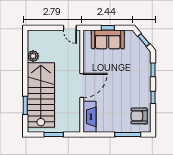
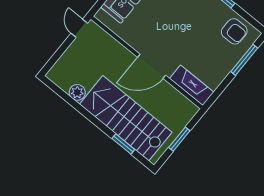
door: (70, 28) -> (79, 28), swing flipped
door: (82, 86) -> (152, 66), swing flipped
armchair: (139, 116) -> (234, 31), turned -90

